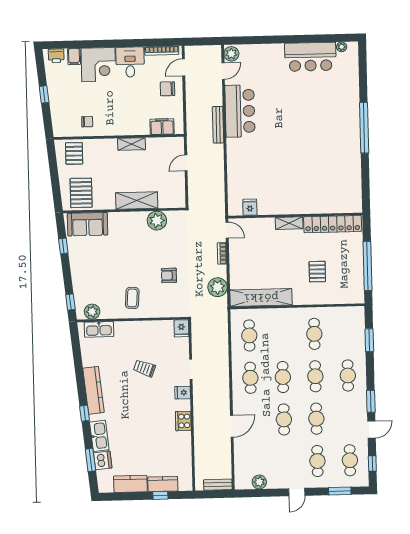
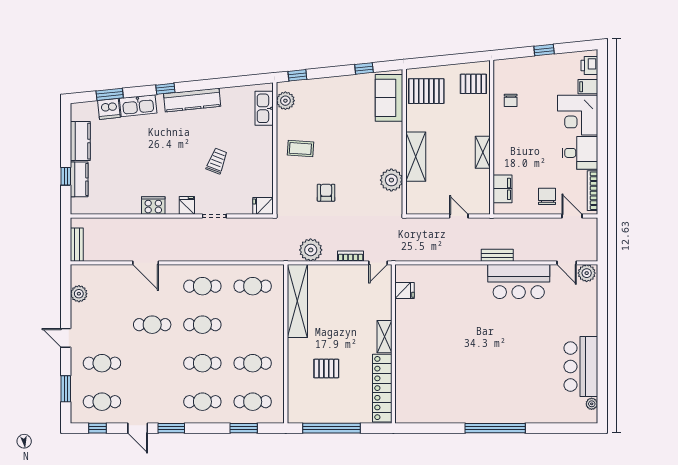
bench: (218, 125) -> (497, 255), width x0.73
cafe table: (316, 419) -> (253, 402), moved

